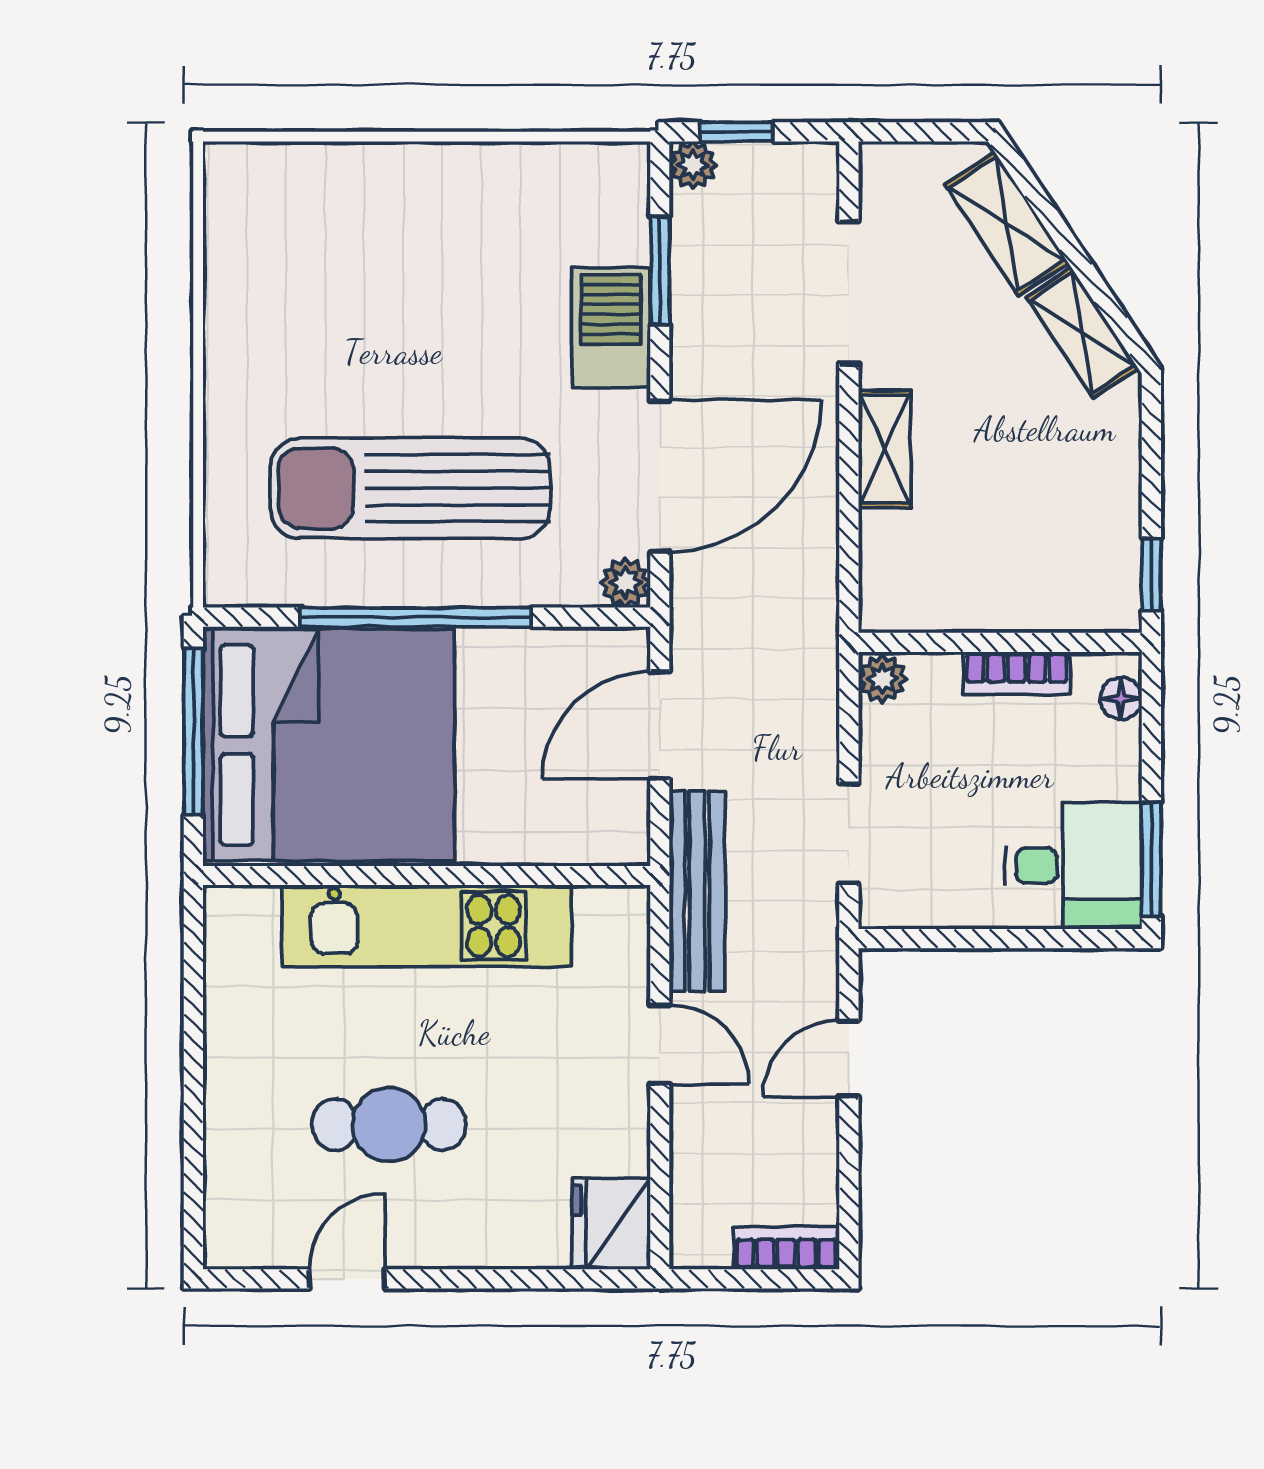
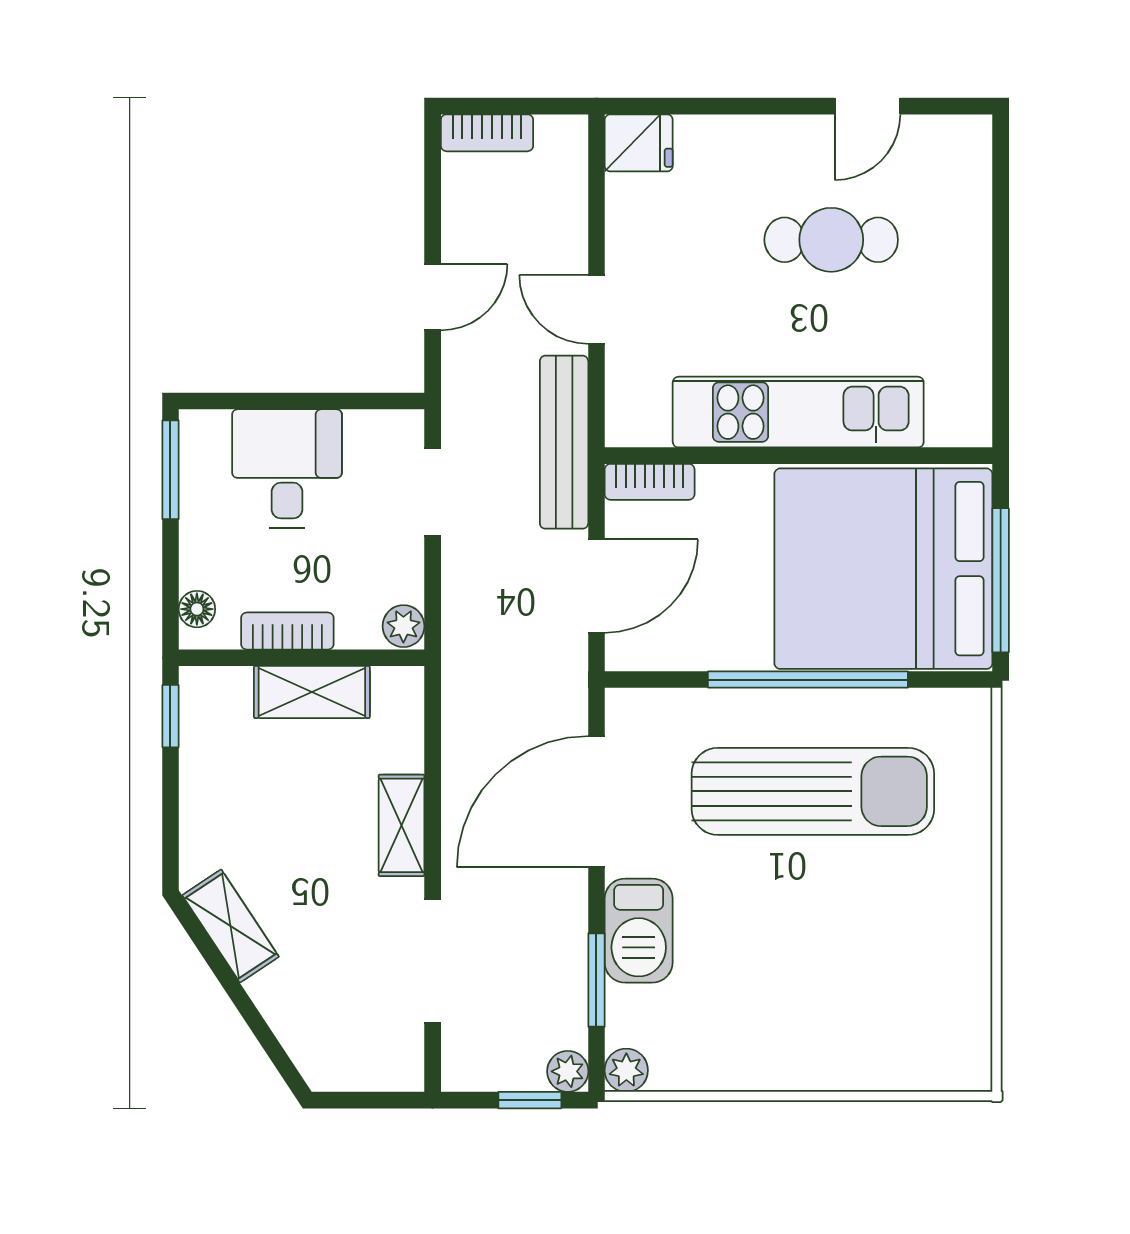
shelving: (1007, 224) -> (312, 692), moved, turned -57
plant: (625, 583) -> (626, 1070), moved
bookcase: (598, 845) -> (650, 482), added
desk: (1074, 866) -> (287, 469), moved, turned 90
fridge: (611, 1224) -> (639, 143), width x0.72

